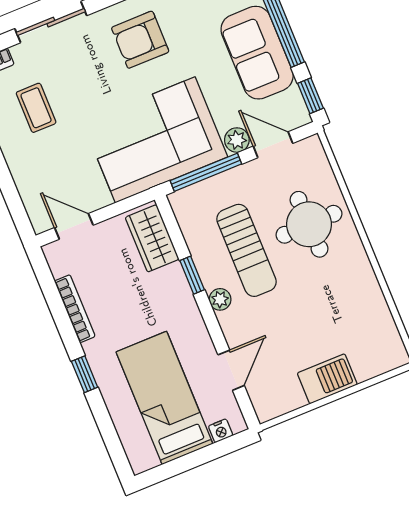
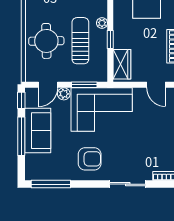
coffee table: (36, 108) -> (151, 147), removed
door: (273, 145) -> (48, 85), hinge flipped
window: (206, 172) -> (84, 85), width x0.69

